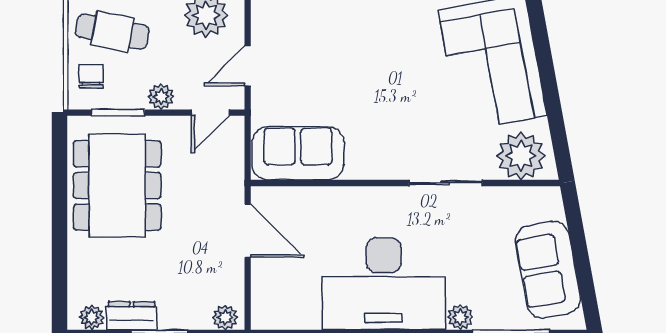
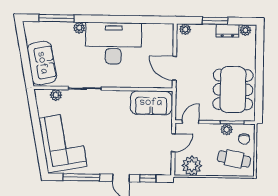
plant: (161, 97) -> (227, 129), moved
plant: (521, 156) -> (56, 95), width x0.53, depth x0.53
sofa: (548, 270) -> (42, 63), moved

